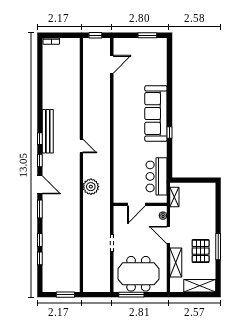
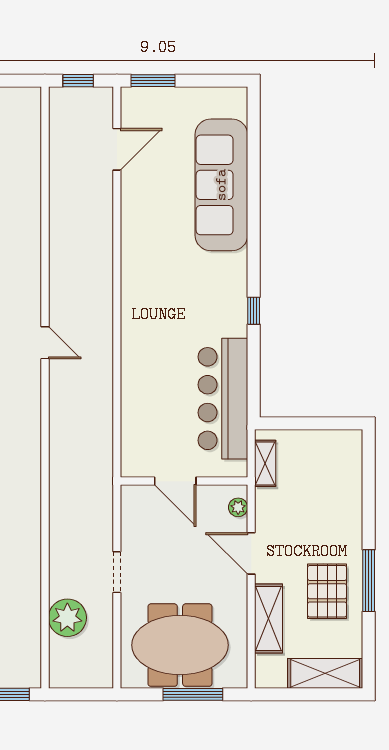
window: (147, 35) -> (153, 81), moved
sofa: (156, 113) -> (221, 185), moved
bar counter: (157, 176) -> (223, 399), width x1.36
plant: (91, 187) -> (67, 618), moved
door: (136, 204) -> (175, 481), hinge flipped
window: (131, 295) -> (193, 694), moved

